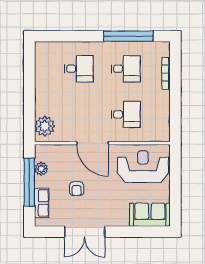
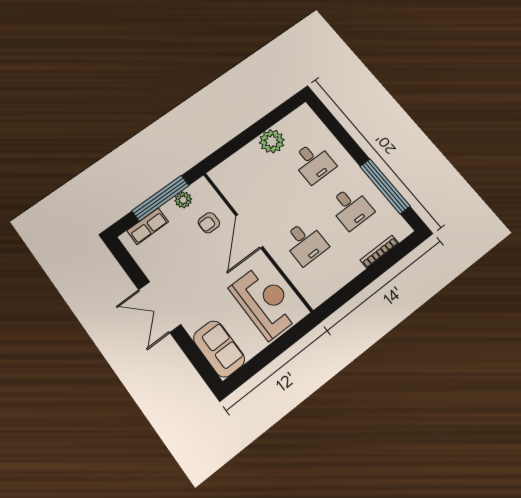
plant: (45, 126) -> (272, 141), moved
armchair: (77, 189) -> (209, 223), moved
double door: (85, 232) -> (160, 307), moved

